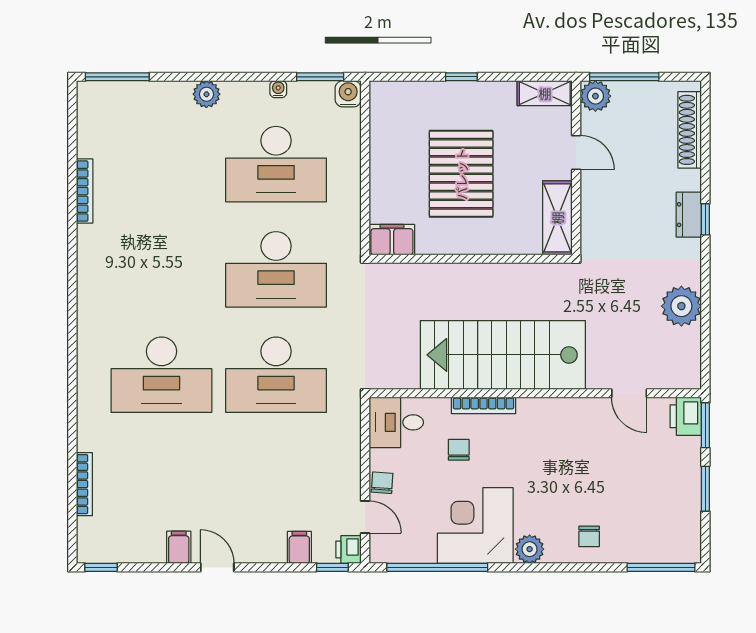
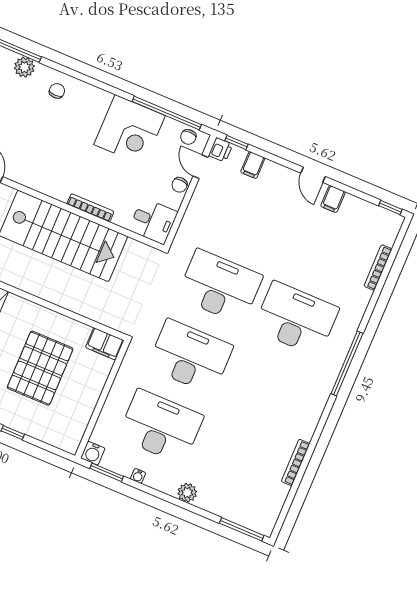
window: (72, 345) -> (347, 364), added
chair: (459, 450) -> (188, 137), moved
plant: (530, 549) -> (24, 67), moved

